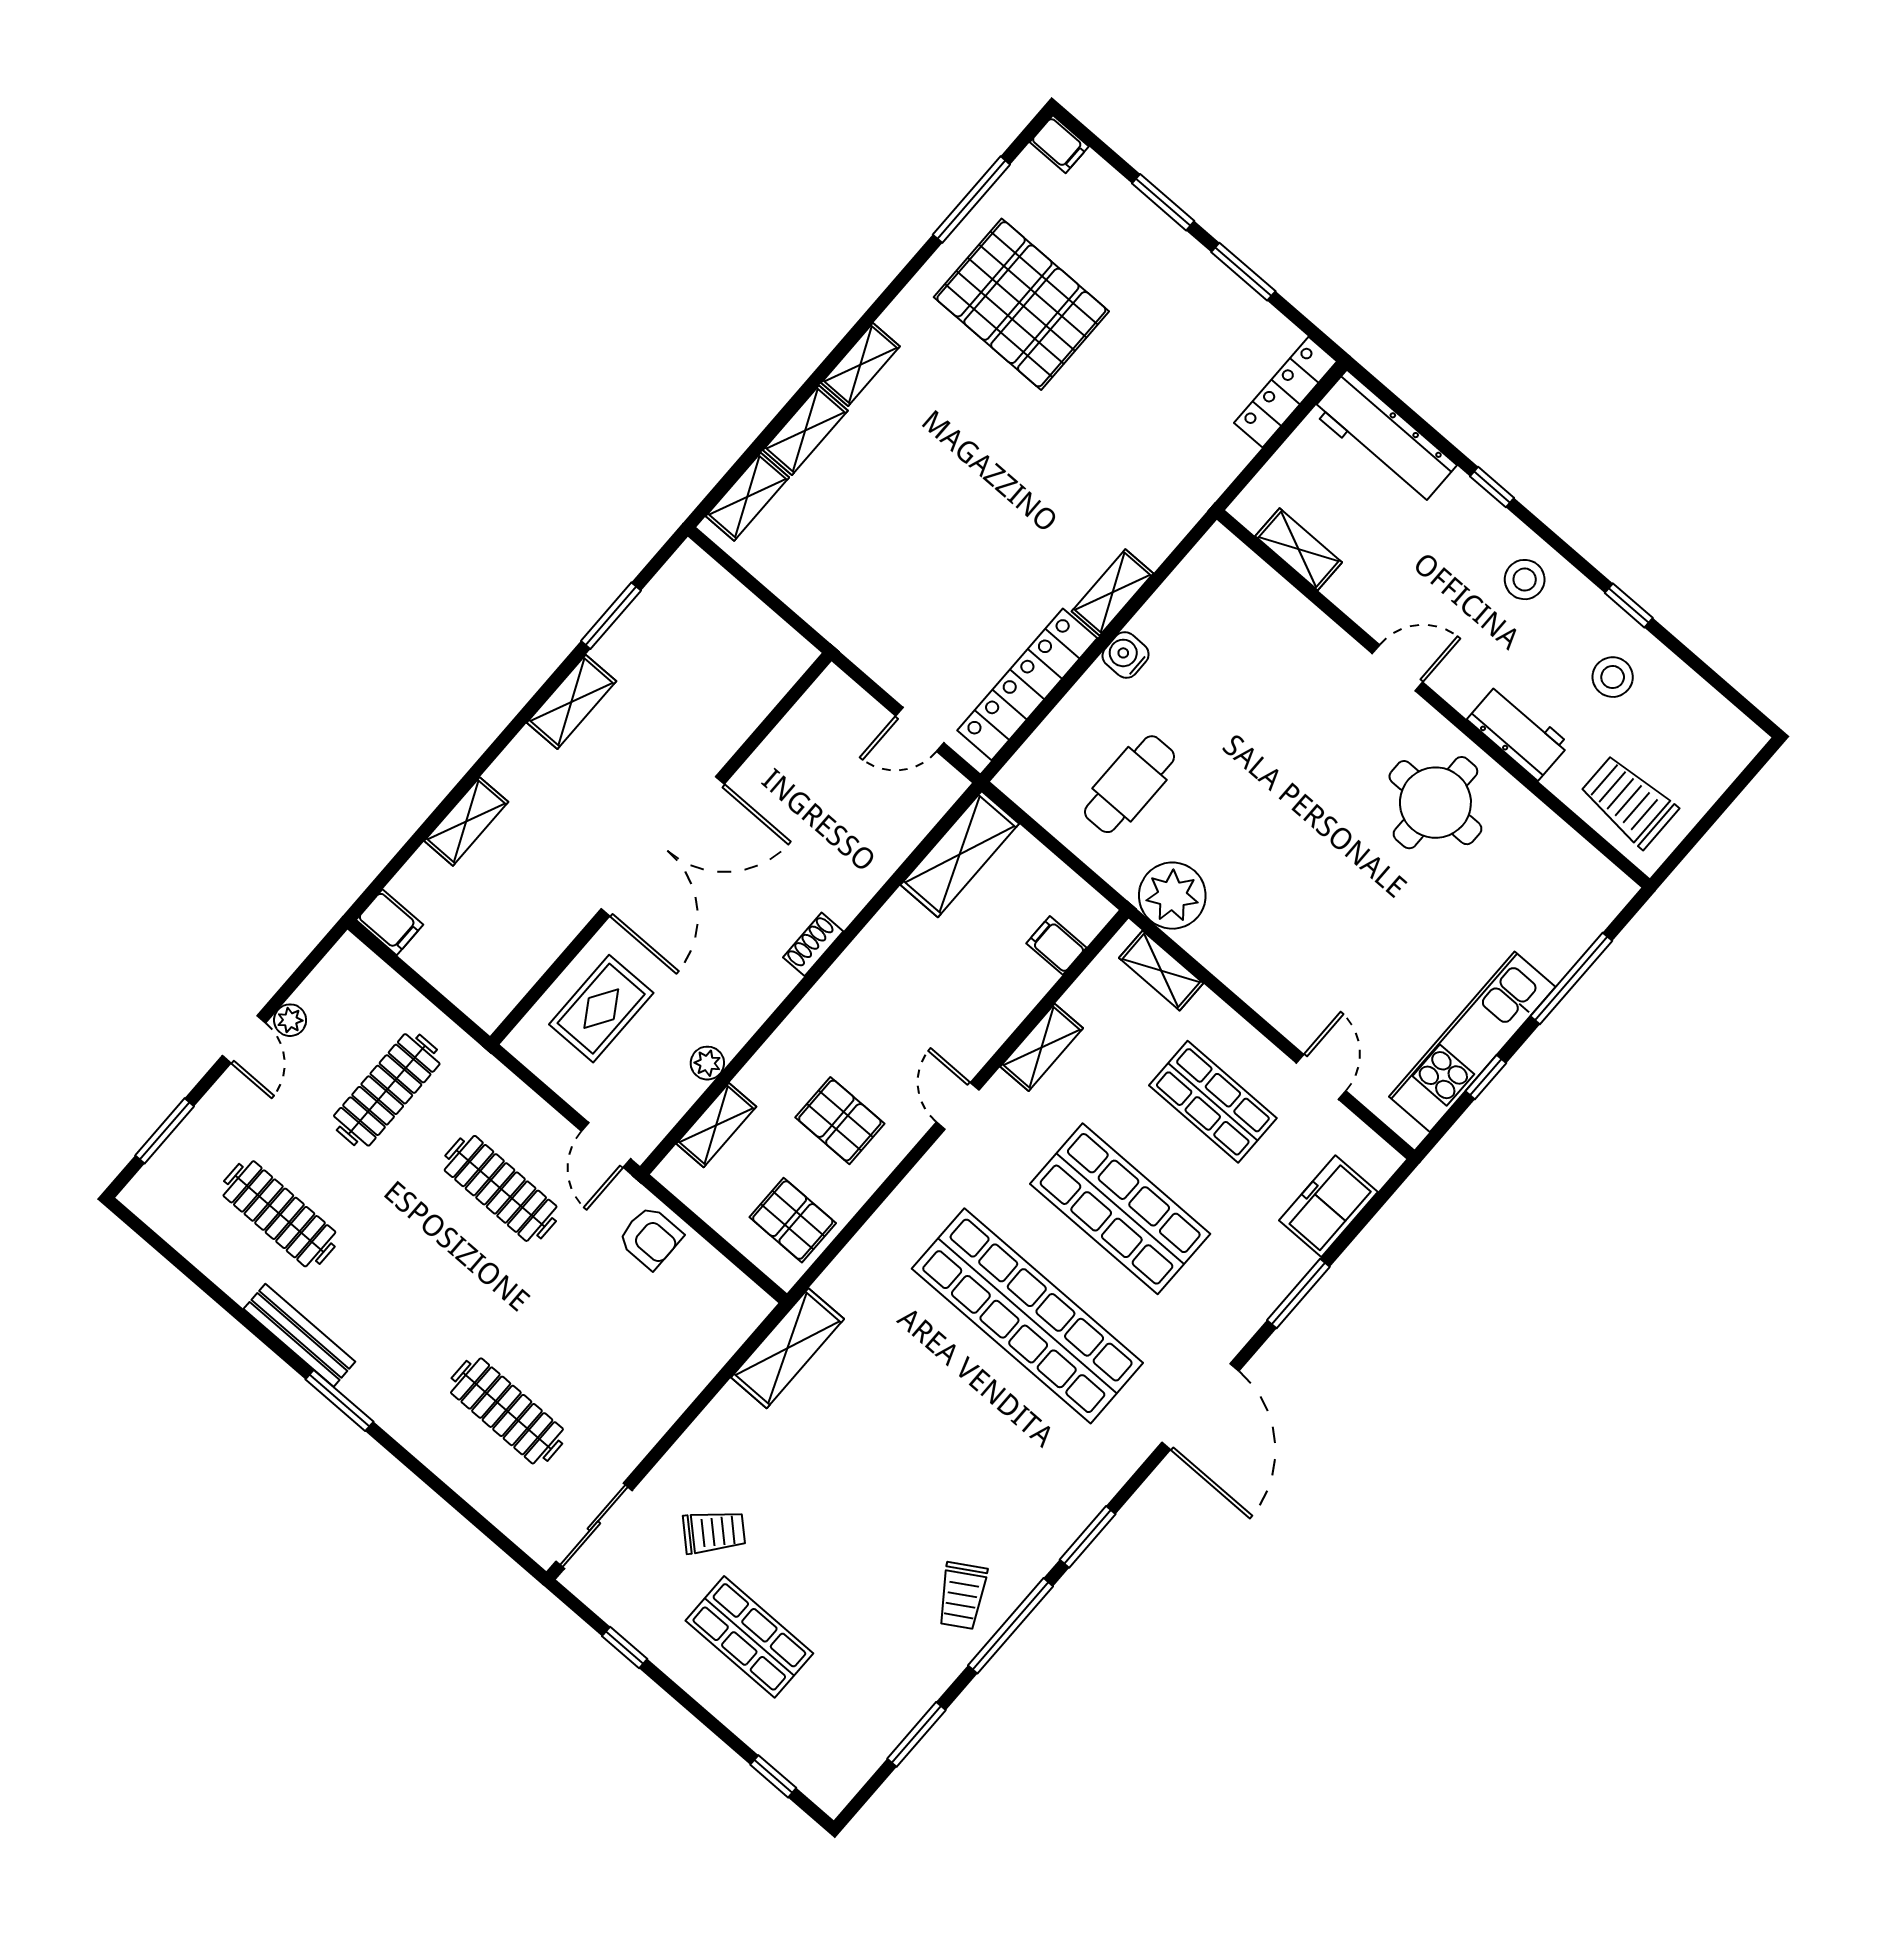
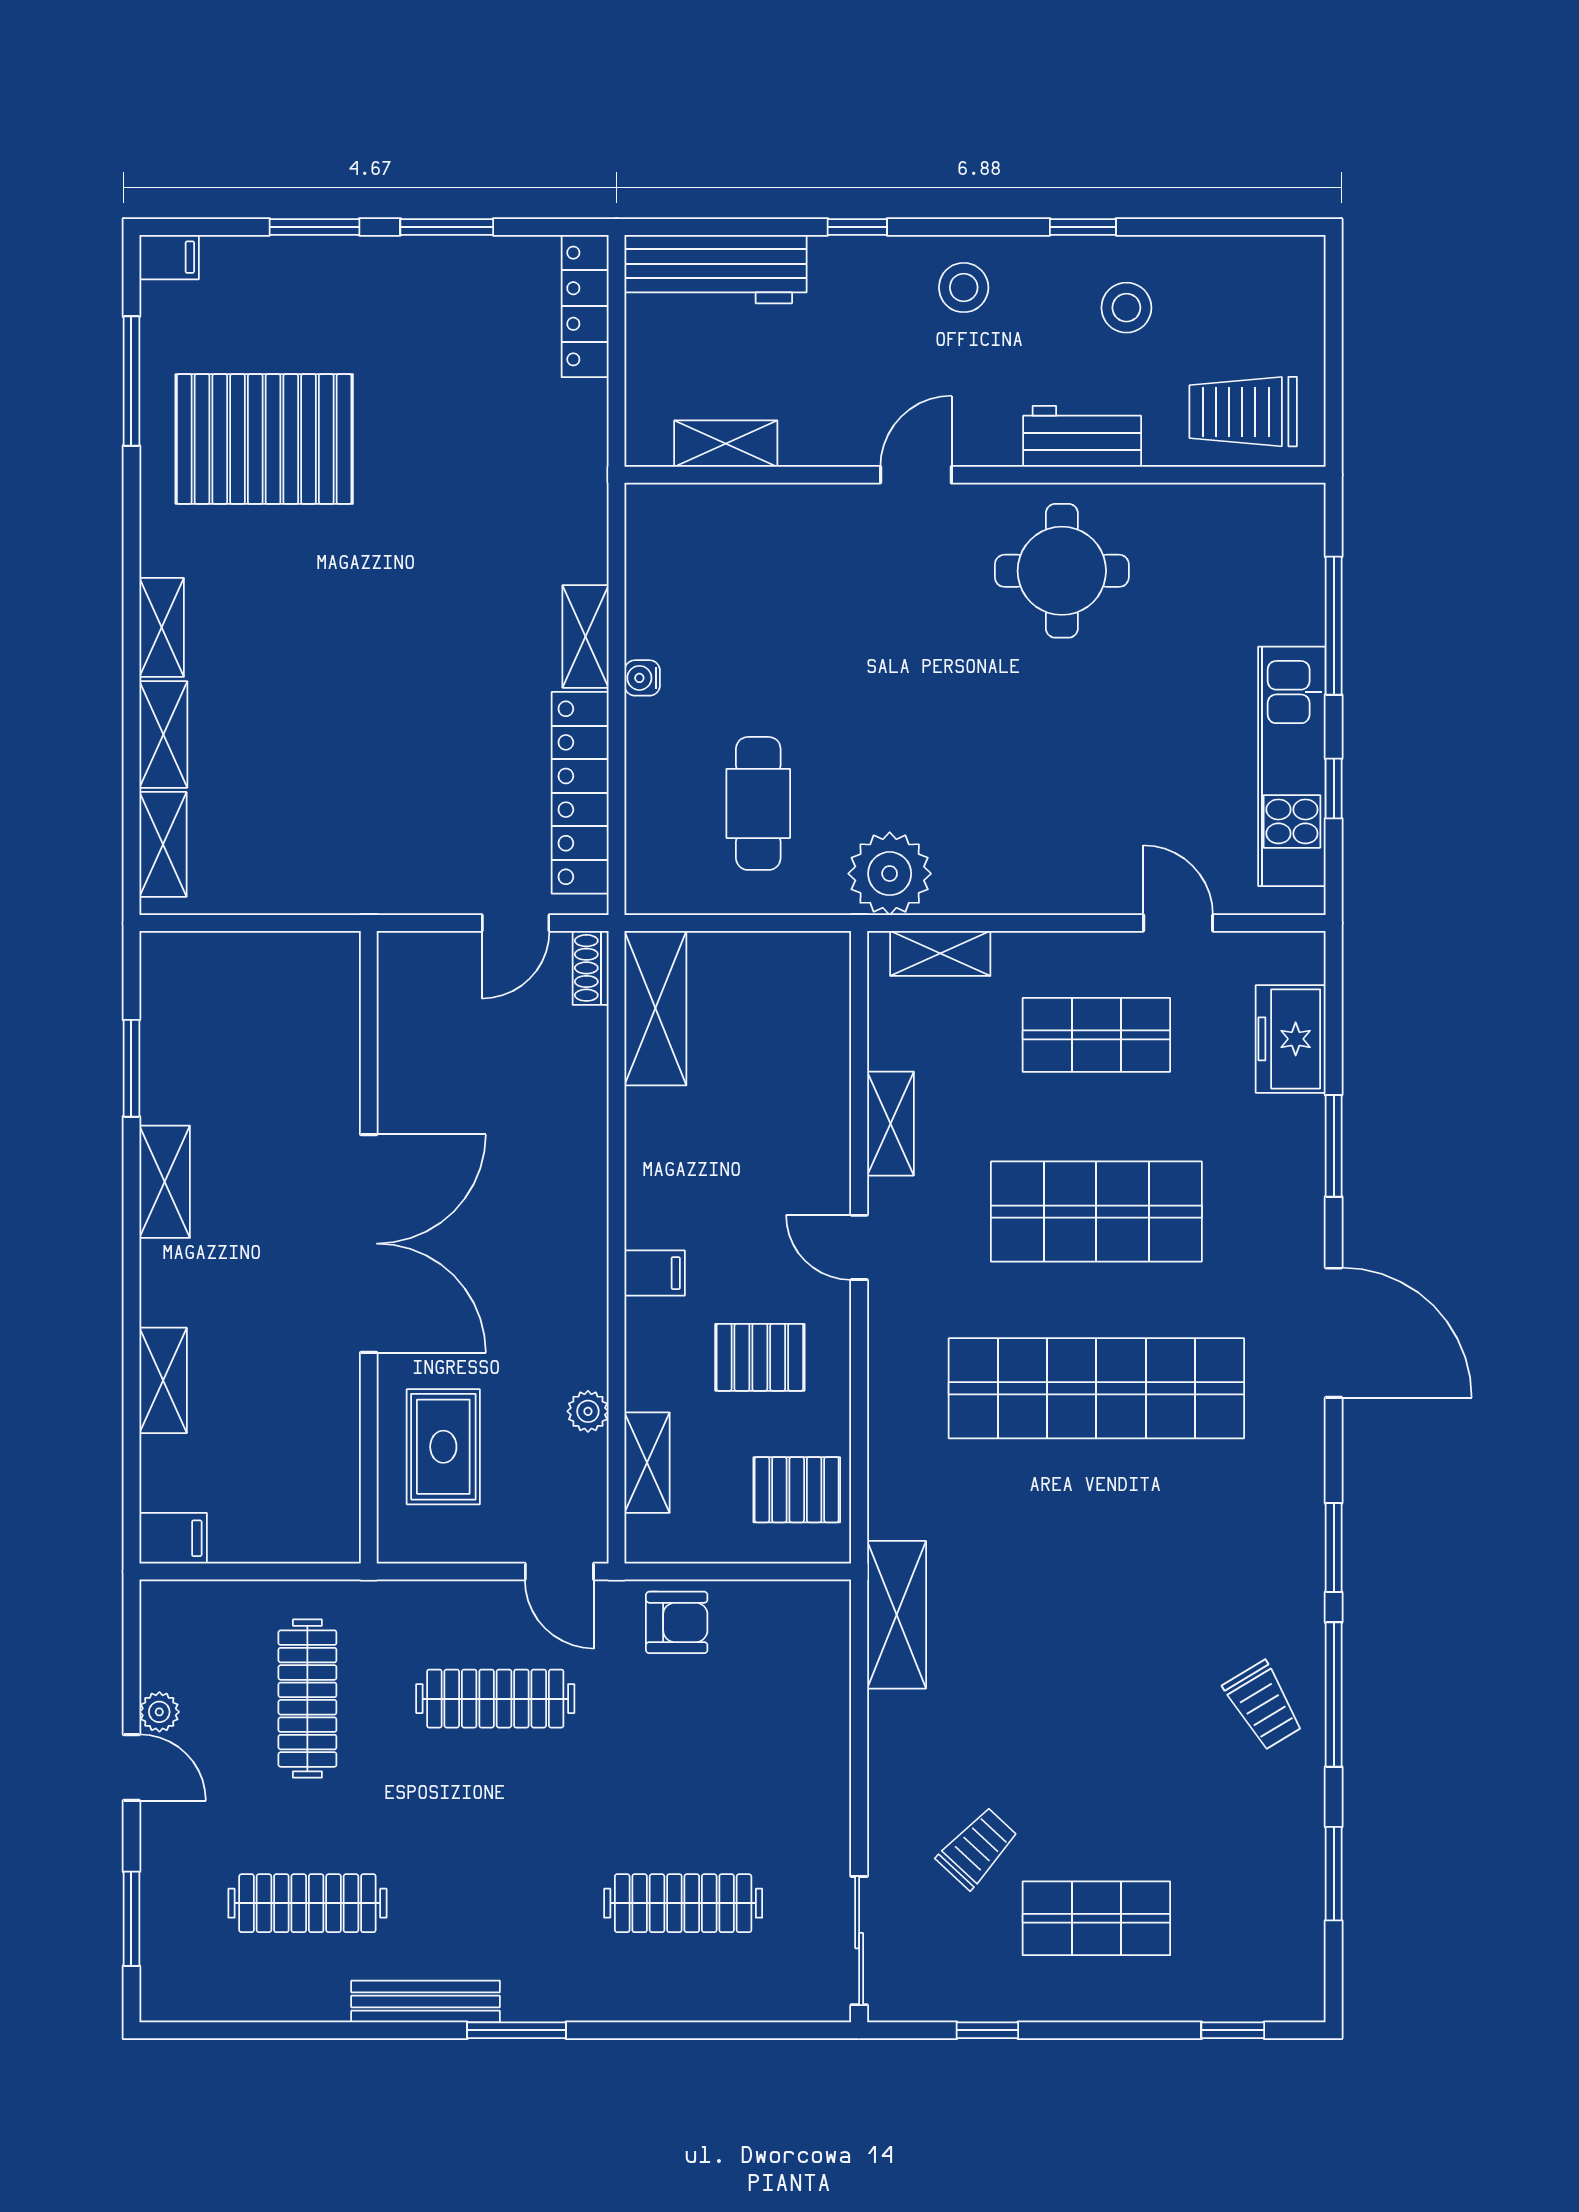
water cooler: (1126, 655) -> (642, 678), width x0.72, depth x0.72
shoe rack: (813, 944) -> (591, 968), moved
filing cabinet: (1056, 945) -> (655, 1273), moved, turned 180

